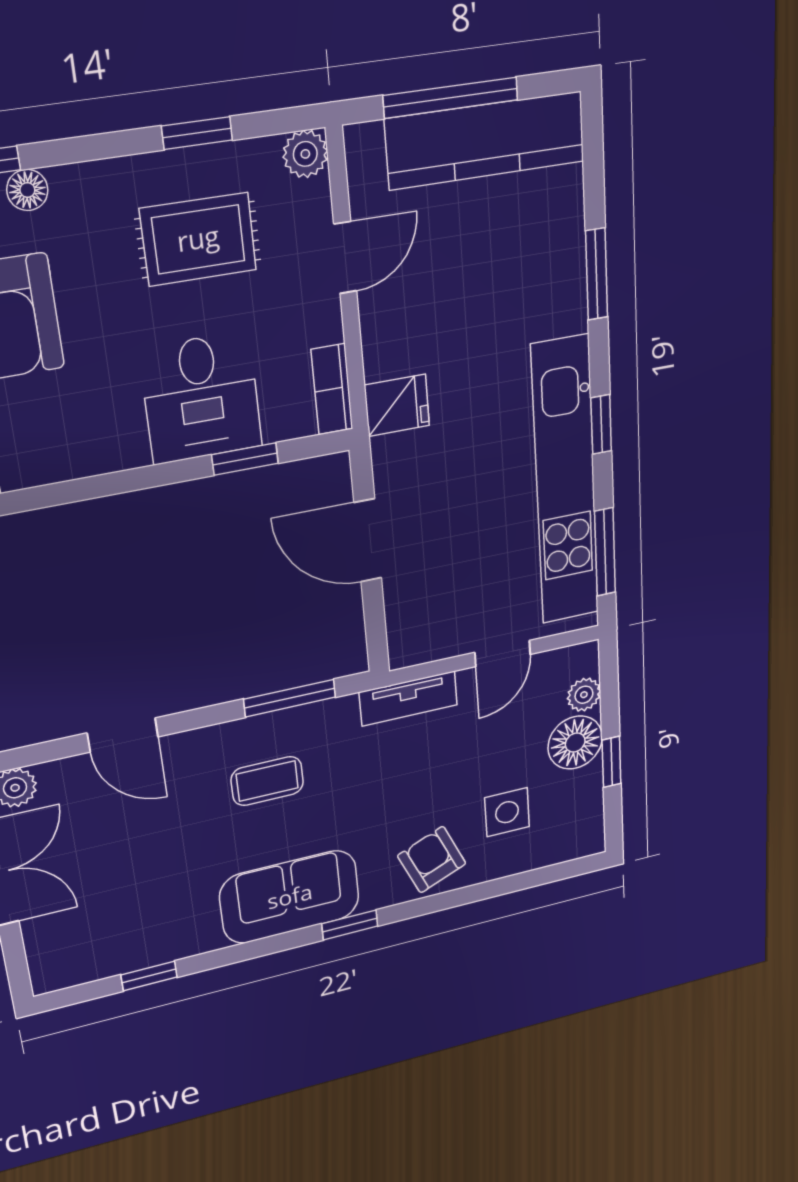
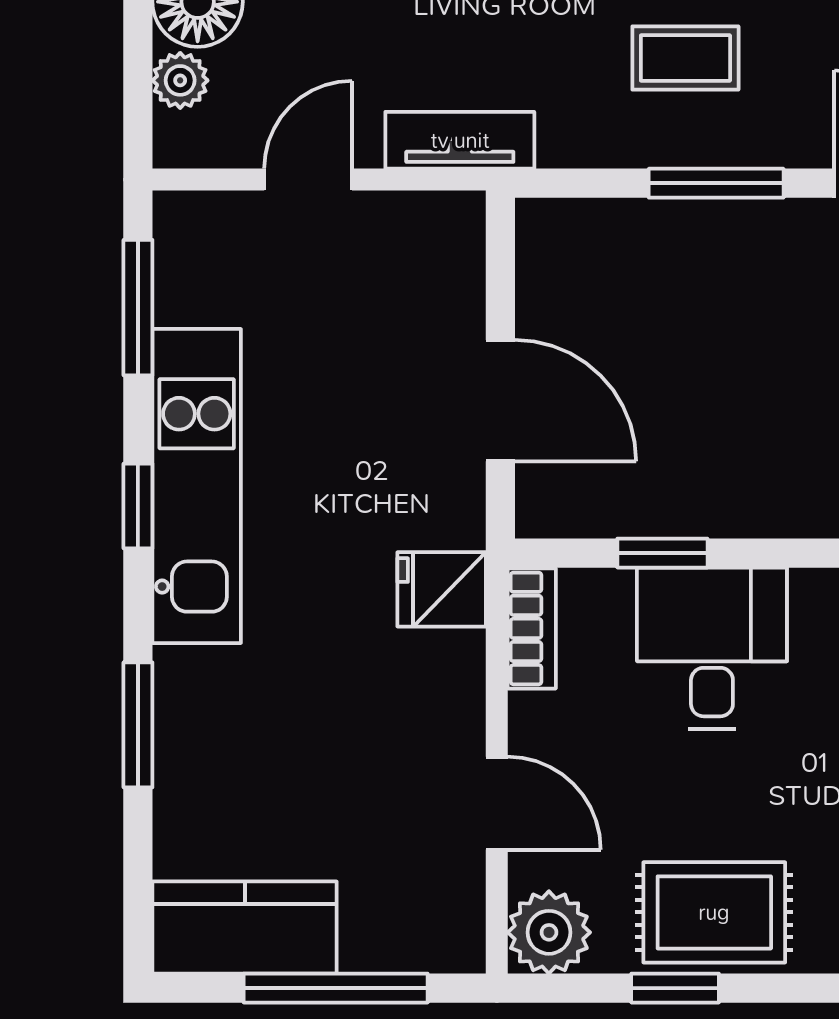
kitchen counter: (486, 140) -> (245, 928), width x0.67
plant: (305, 154) -> (549, 932), width x1.38, depth x1.38
rug: (198, 239) -> (714, 912), moved
door: (345, 258) -> (497, 803), swing flipped
kitchen unit: (565, 482) -> (197, 486), width x0.73
window: (290, 698) -> (716, 183), moved

